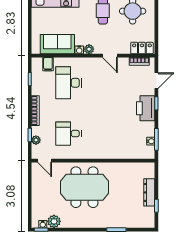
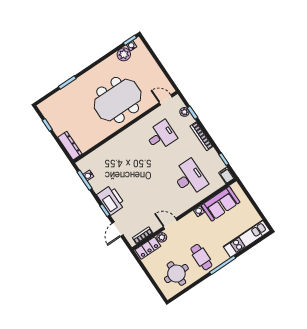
plant: (89, 49) -> (162, 237), moved
filing cabinet: (48, 64) -> (227, 175), moved
dresser: (149, 192) -> (70, 146), moved

